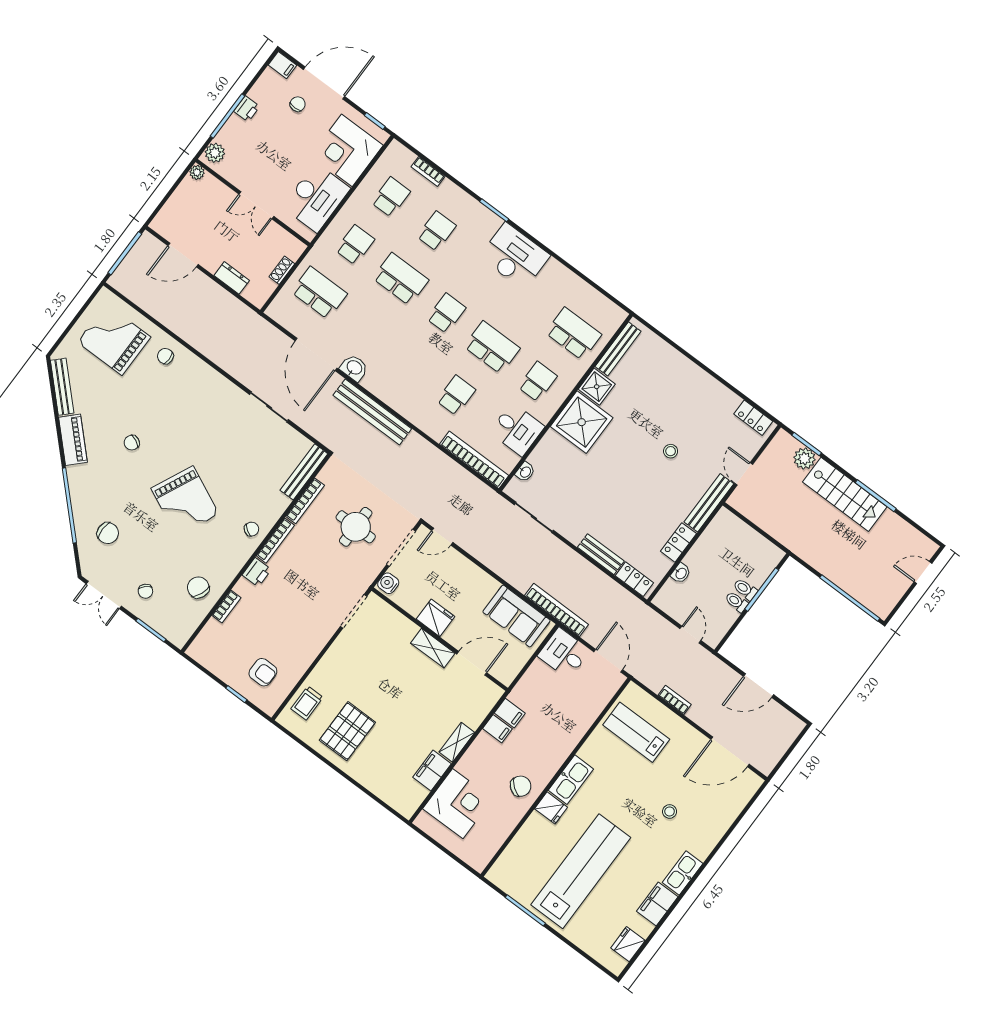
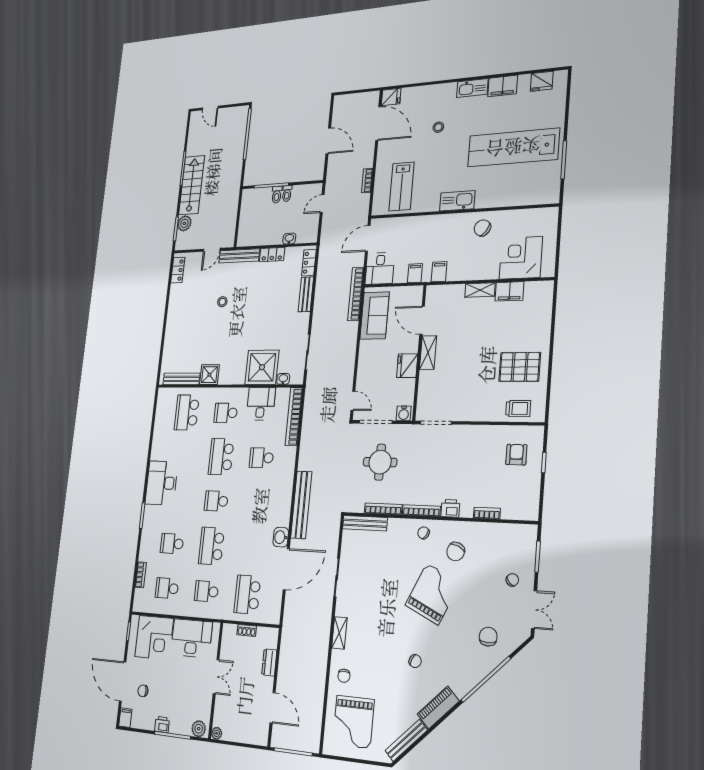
shelving: (211, 377) -> (339, 633), added
shower: (582, 422) -> (262, 367), moved
chair: (198, 587) -> (456, 552), moved
filing cabinet: (497, 729) -> (415, 273), moved
fridge: (551, 808) -> (391, 97), moved, turned 90

